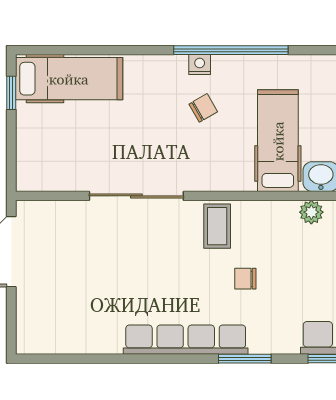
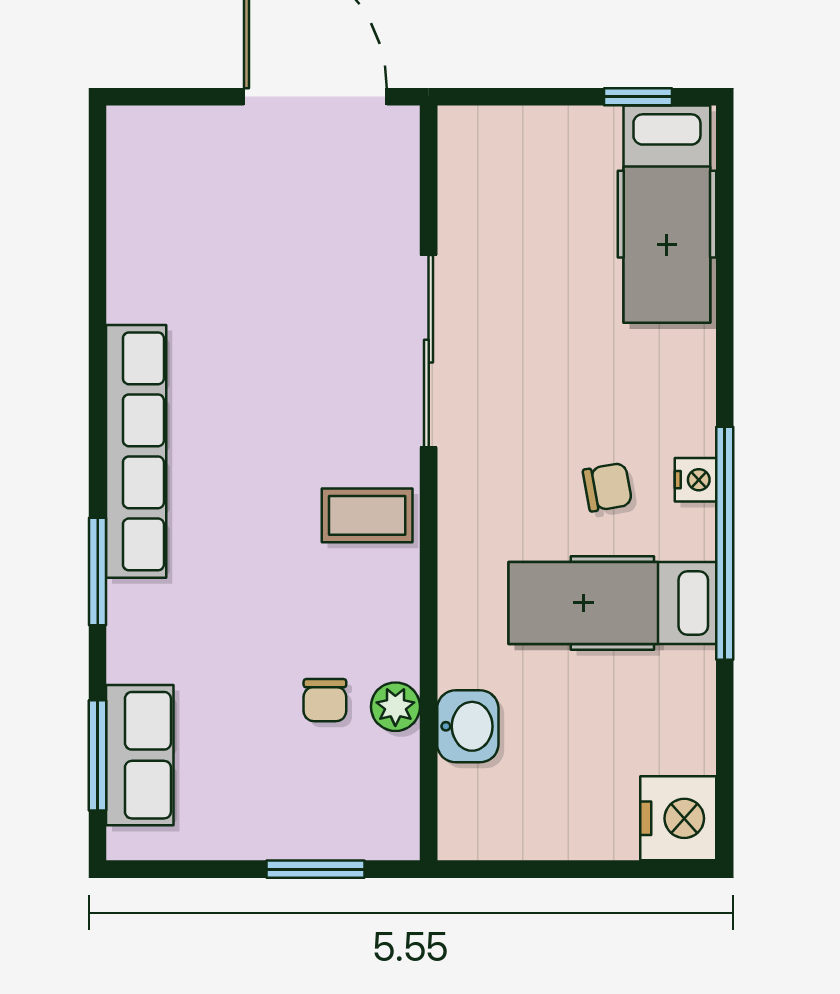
chair: (203, 108) -> (607, 487), turned -70
hospital bed: (278, 141) -> (612, 603), moved, turned 180
chair: (245, 279) -> (325, 700), moved, turned 180

